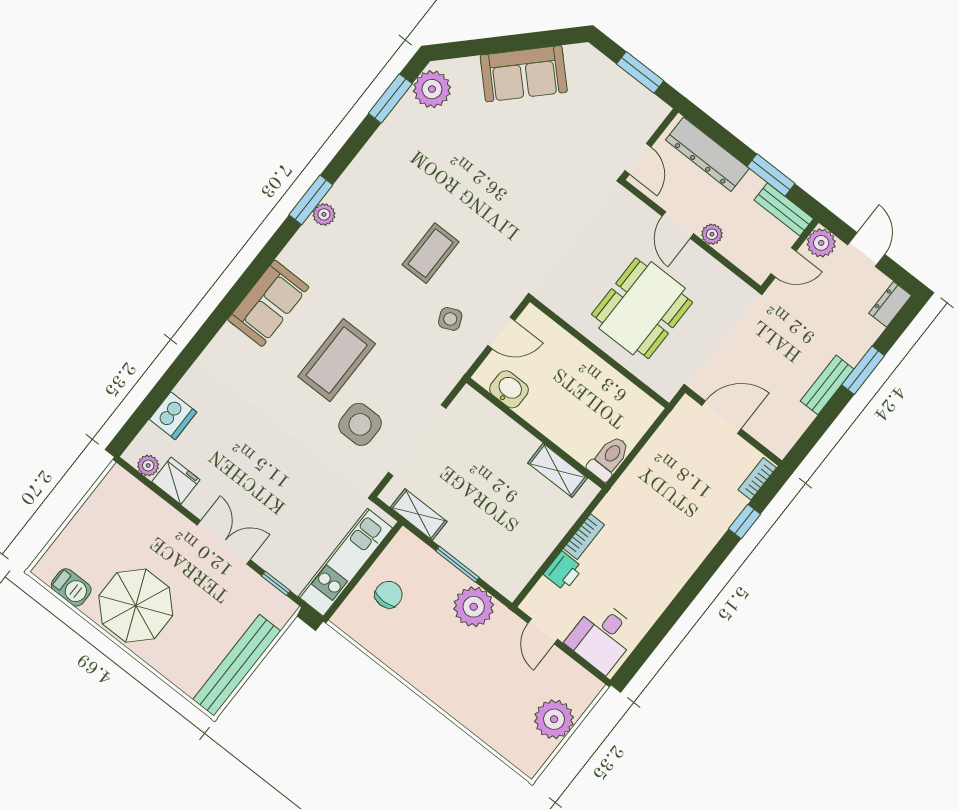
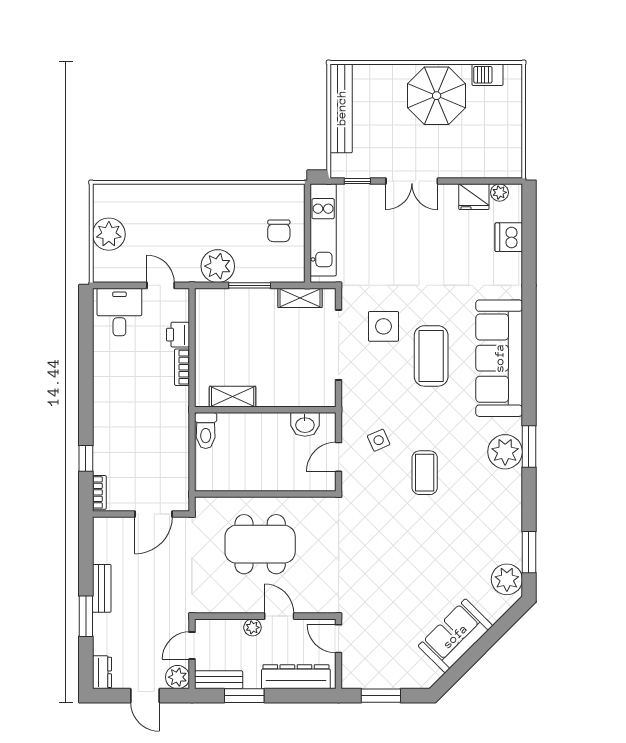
plant: (324, 214) -> (505, 452), width x1.88, depth x1.88
sofa: (268, 303) -> (499, 358), width x1.85, depth x1.27
dining table: (642, 308) -> (260, 544), turned 90

